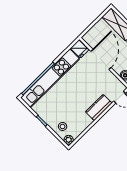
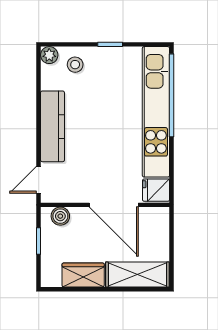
kitchen counter: (99, 107) -> (52, 126), width x1.50

